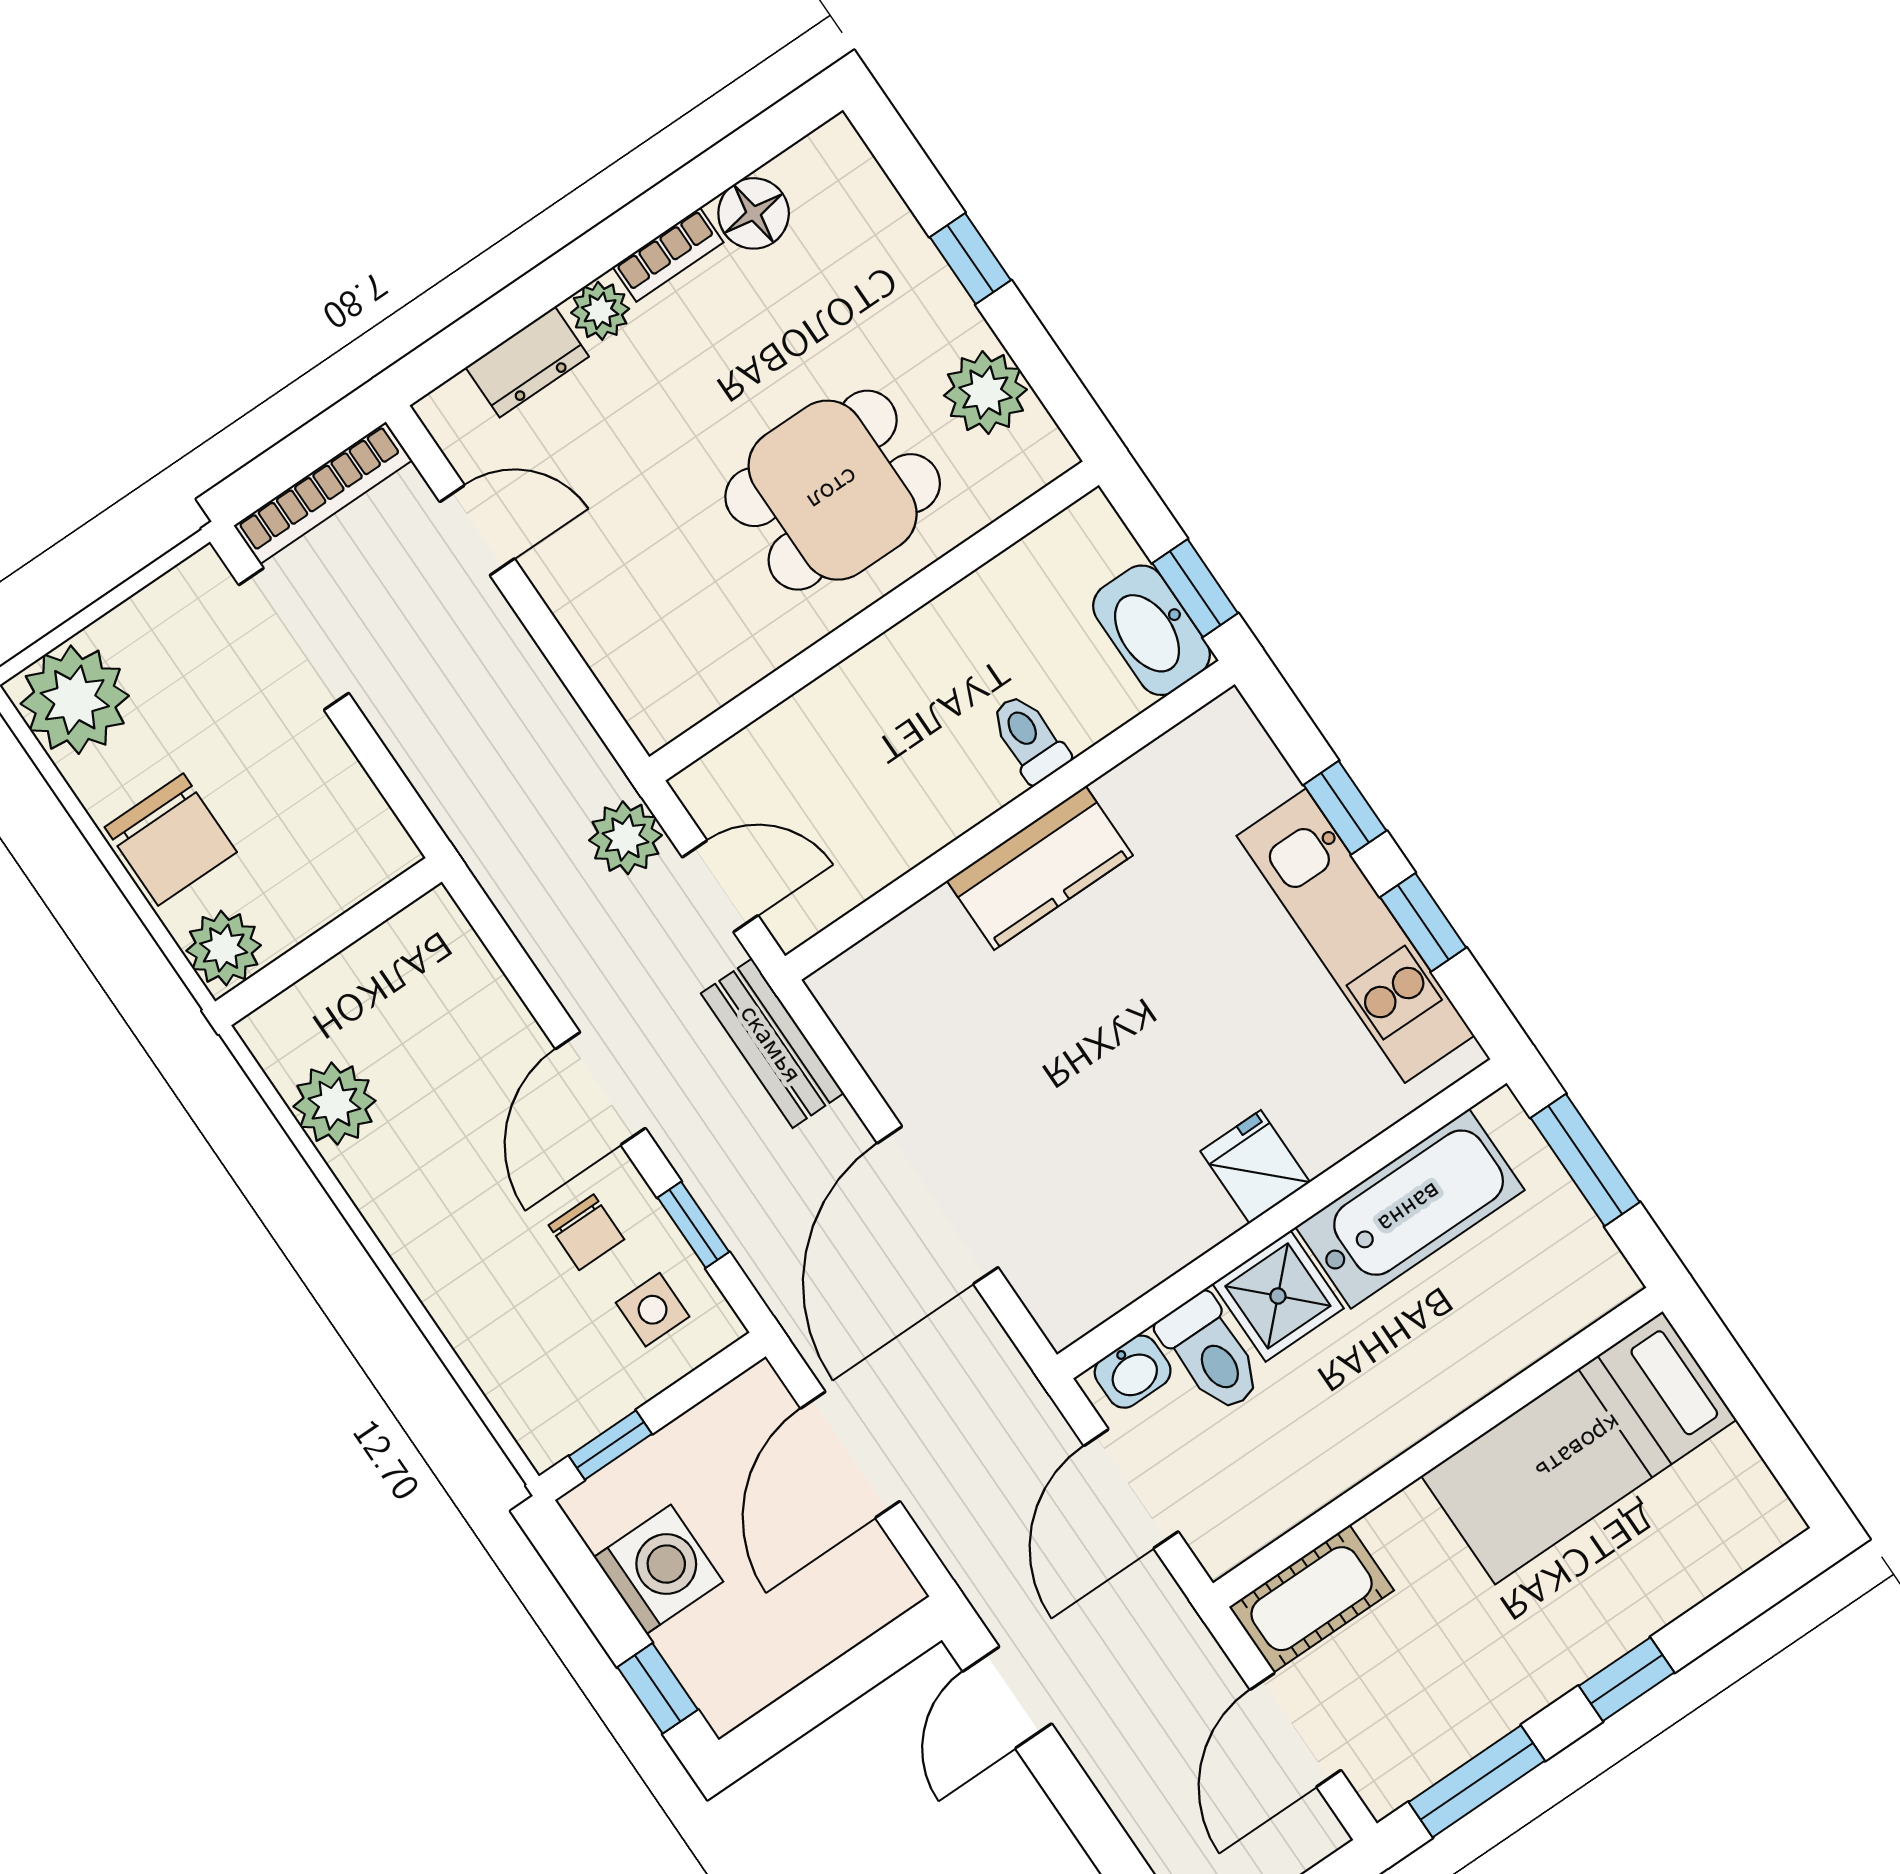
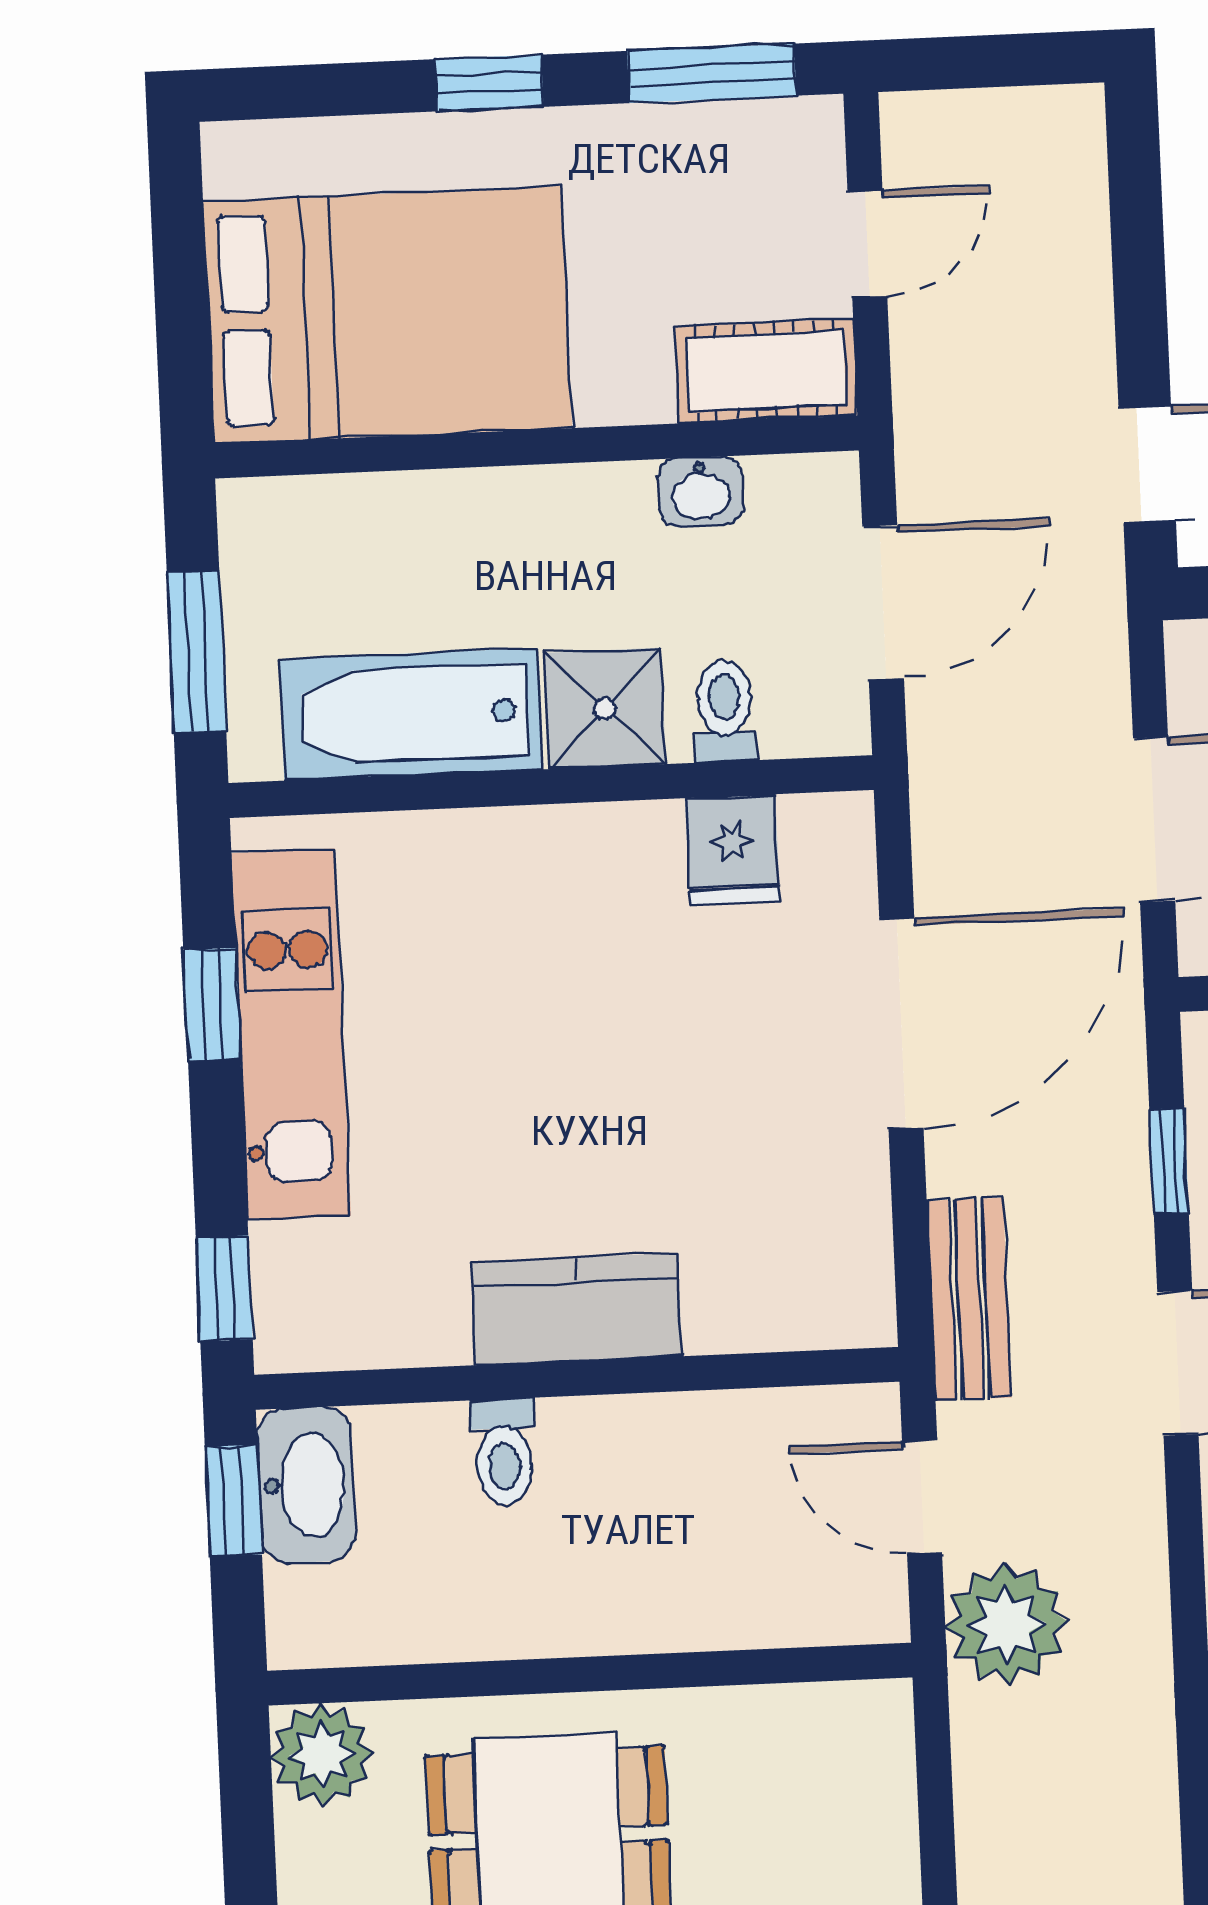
plant: (985, 392) -> (322, 1755), moved
window: (1345, 808) -> (224, 1288), moved
plant: (625, 838) -> (1006, 1624), width x1.36, depth x1.36
fridge: (1255, 1167) -> (732, 850), moved
toilet: (1211, 1353) -> (725, 711), width x0.73, depth x0.72
washbasin: (1133, 1372) -> (700, 492), moved, turned 180
bed: (1579, 1448) -> (388, 315), width x1.50
door: (1296, 1730) -> (867, 244), width x0.73

